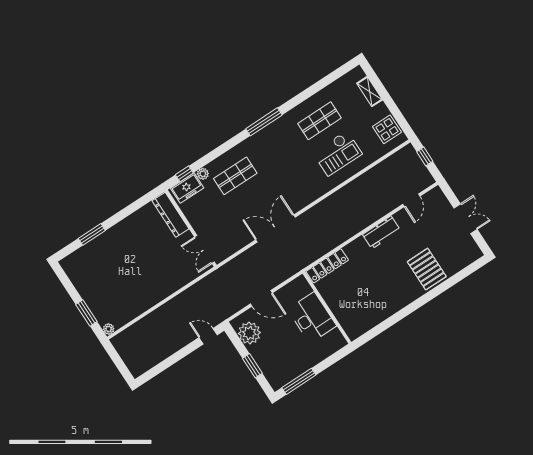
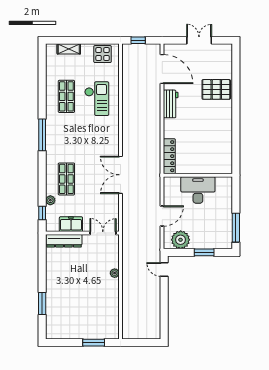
freezer: (187, 188) -> (71, 224), moved, turned -90
door: (411, 200) -> (162, 69), width x1.88
double door: (205, 249) -> (103, 233), swing flipped
plant: (109, 329) -> (115, 273), moved
door: (208, 336) -> (164, 269), hinge flipped

